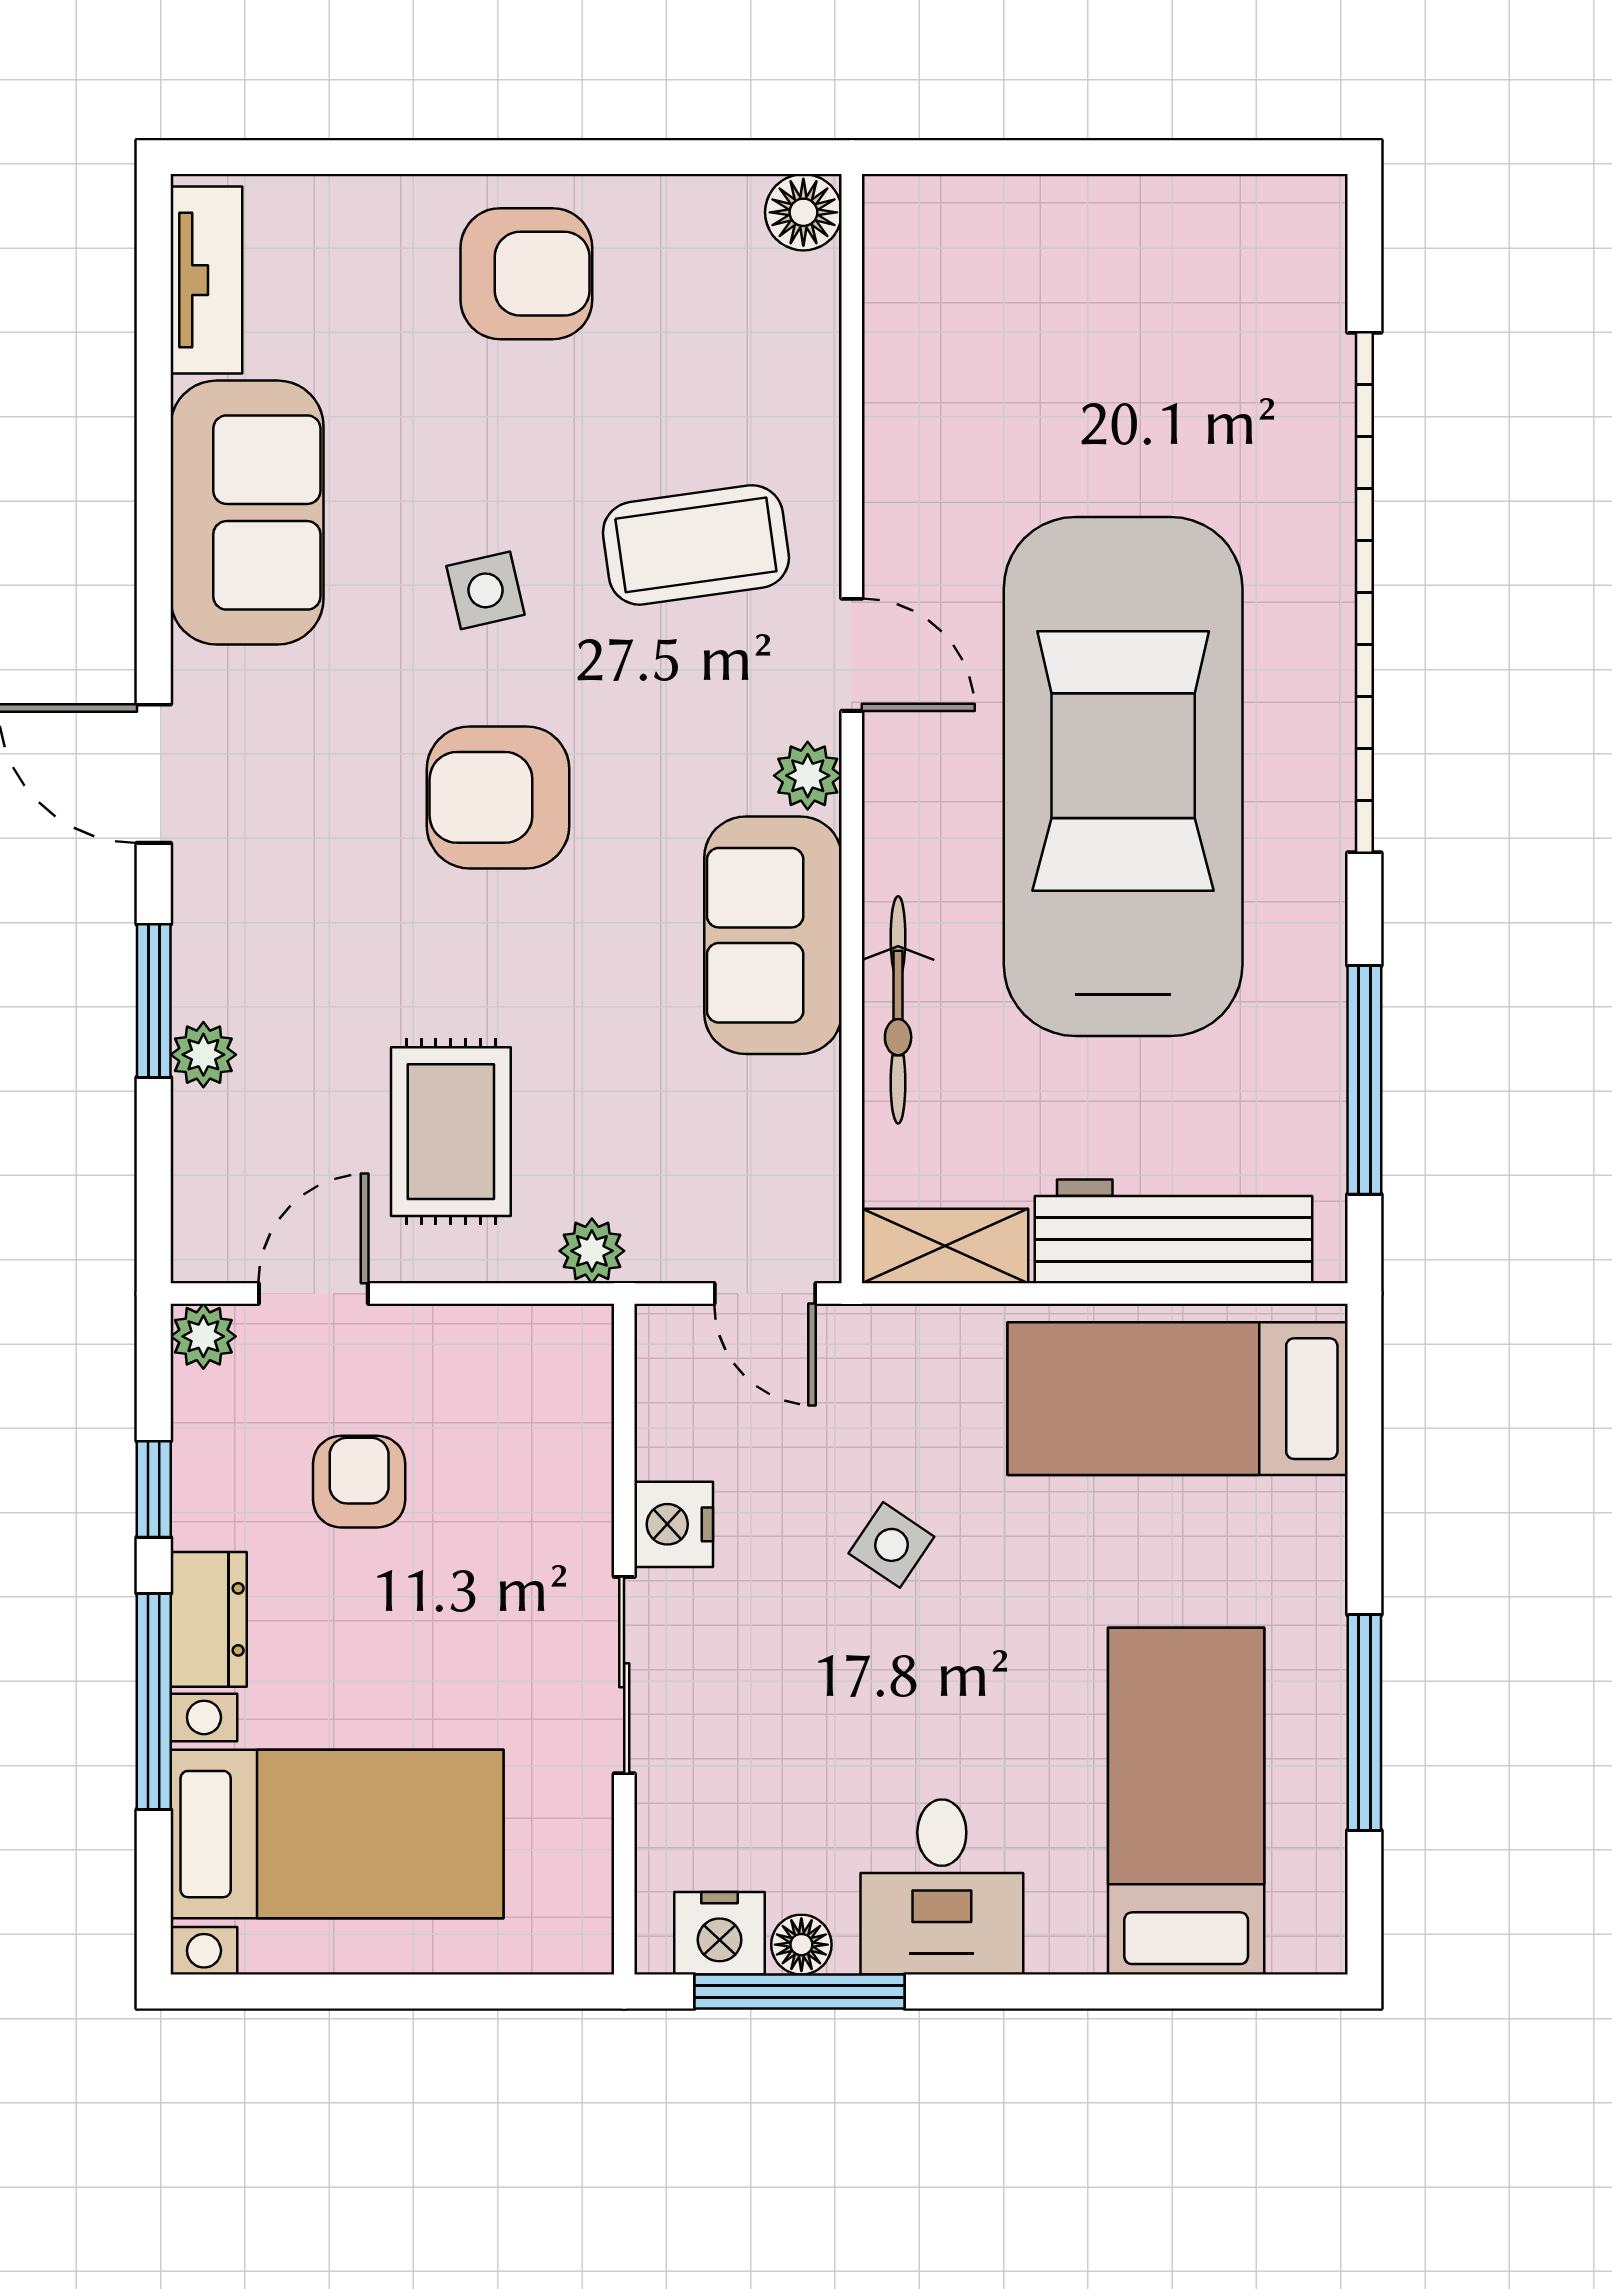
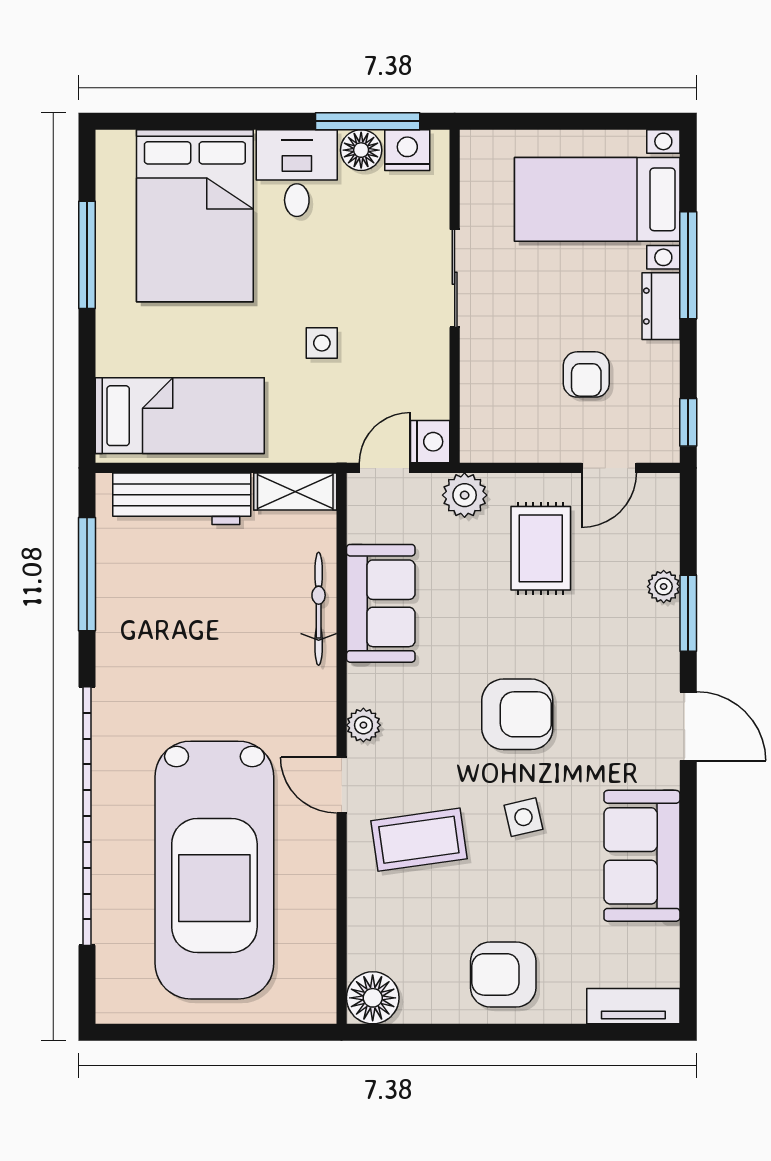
floor lamp: (803, 212) -> (373, 998), width x1.38, depth x1.38
tv unit: (206, 280) -> (633, 1006), moved, turned 90
car: (1123, 776) -> (214, 870), moved
sofa: (773, 935) -> (381, 603), moved
plant: (592, 1251) -> (465, 495), width x1.38, depth x1.38
door: (765, 1294) -> (385, 468), hinge flipped
plant: (203, 1336) -> (664, 447), removed
window: (154, 1489) -> (688, 422), moved
nightstand: (674, 1524) -> (430, 442), moved
side table: (891, 1545) -> (322, 343), turned -34
bed: (1186, 1801) -> (195, 216), width x1.50
floor lamp: (801, 1945) -> (361, 150), width x1.37, depth x1.37

